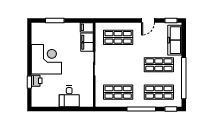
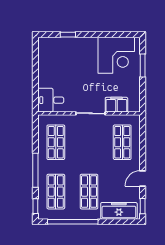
door: (148, 21) -> (143, 178), hinge flipped
filing cabinet: (87, 27) -> (134, 104), removed
corner desk: (46, 59) -> (116, 55), moved
printer: (37, 81) -> (70, 44), removed
desk: (69, 96) -> (51, 100), moved

